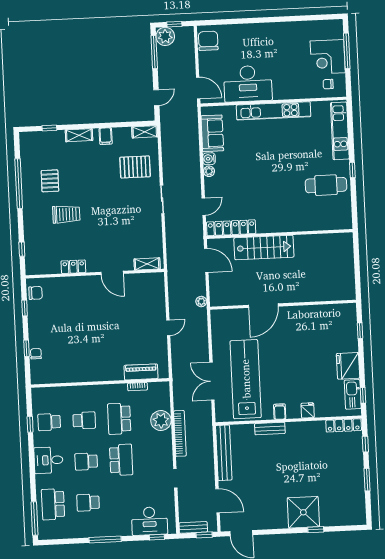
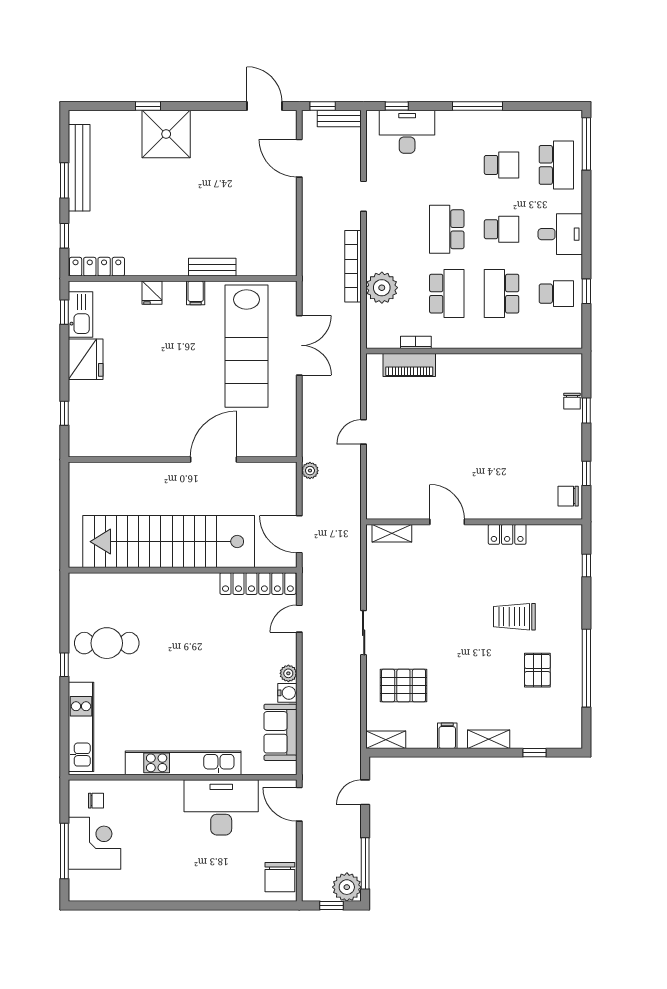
stairs: (264, 247) -> (169, 542), width x1.86, depth x1.51
school desk: (84, 420) -> (502, 294), width x1.85
bench: (224, 453) -> (79, 168), moved

